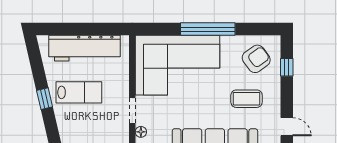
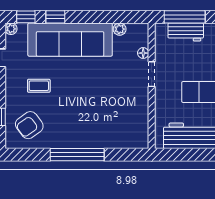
corner sofa: (177, 65) -> (107, 119), removed
coffee table: (247, 99) -> (39, 86), width x0.73, depth x0.77

